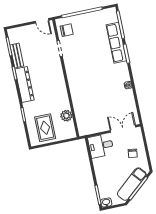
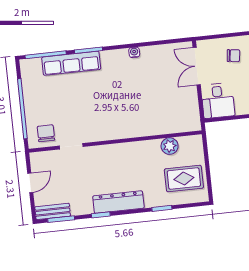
door: (42, 21) -> (30, 183), moved
bench: (17, 56) -> (53, 211), moved

